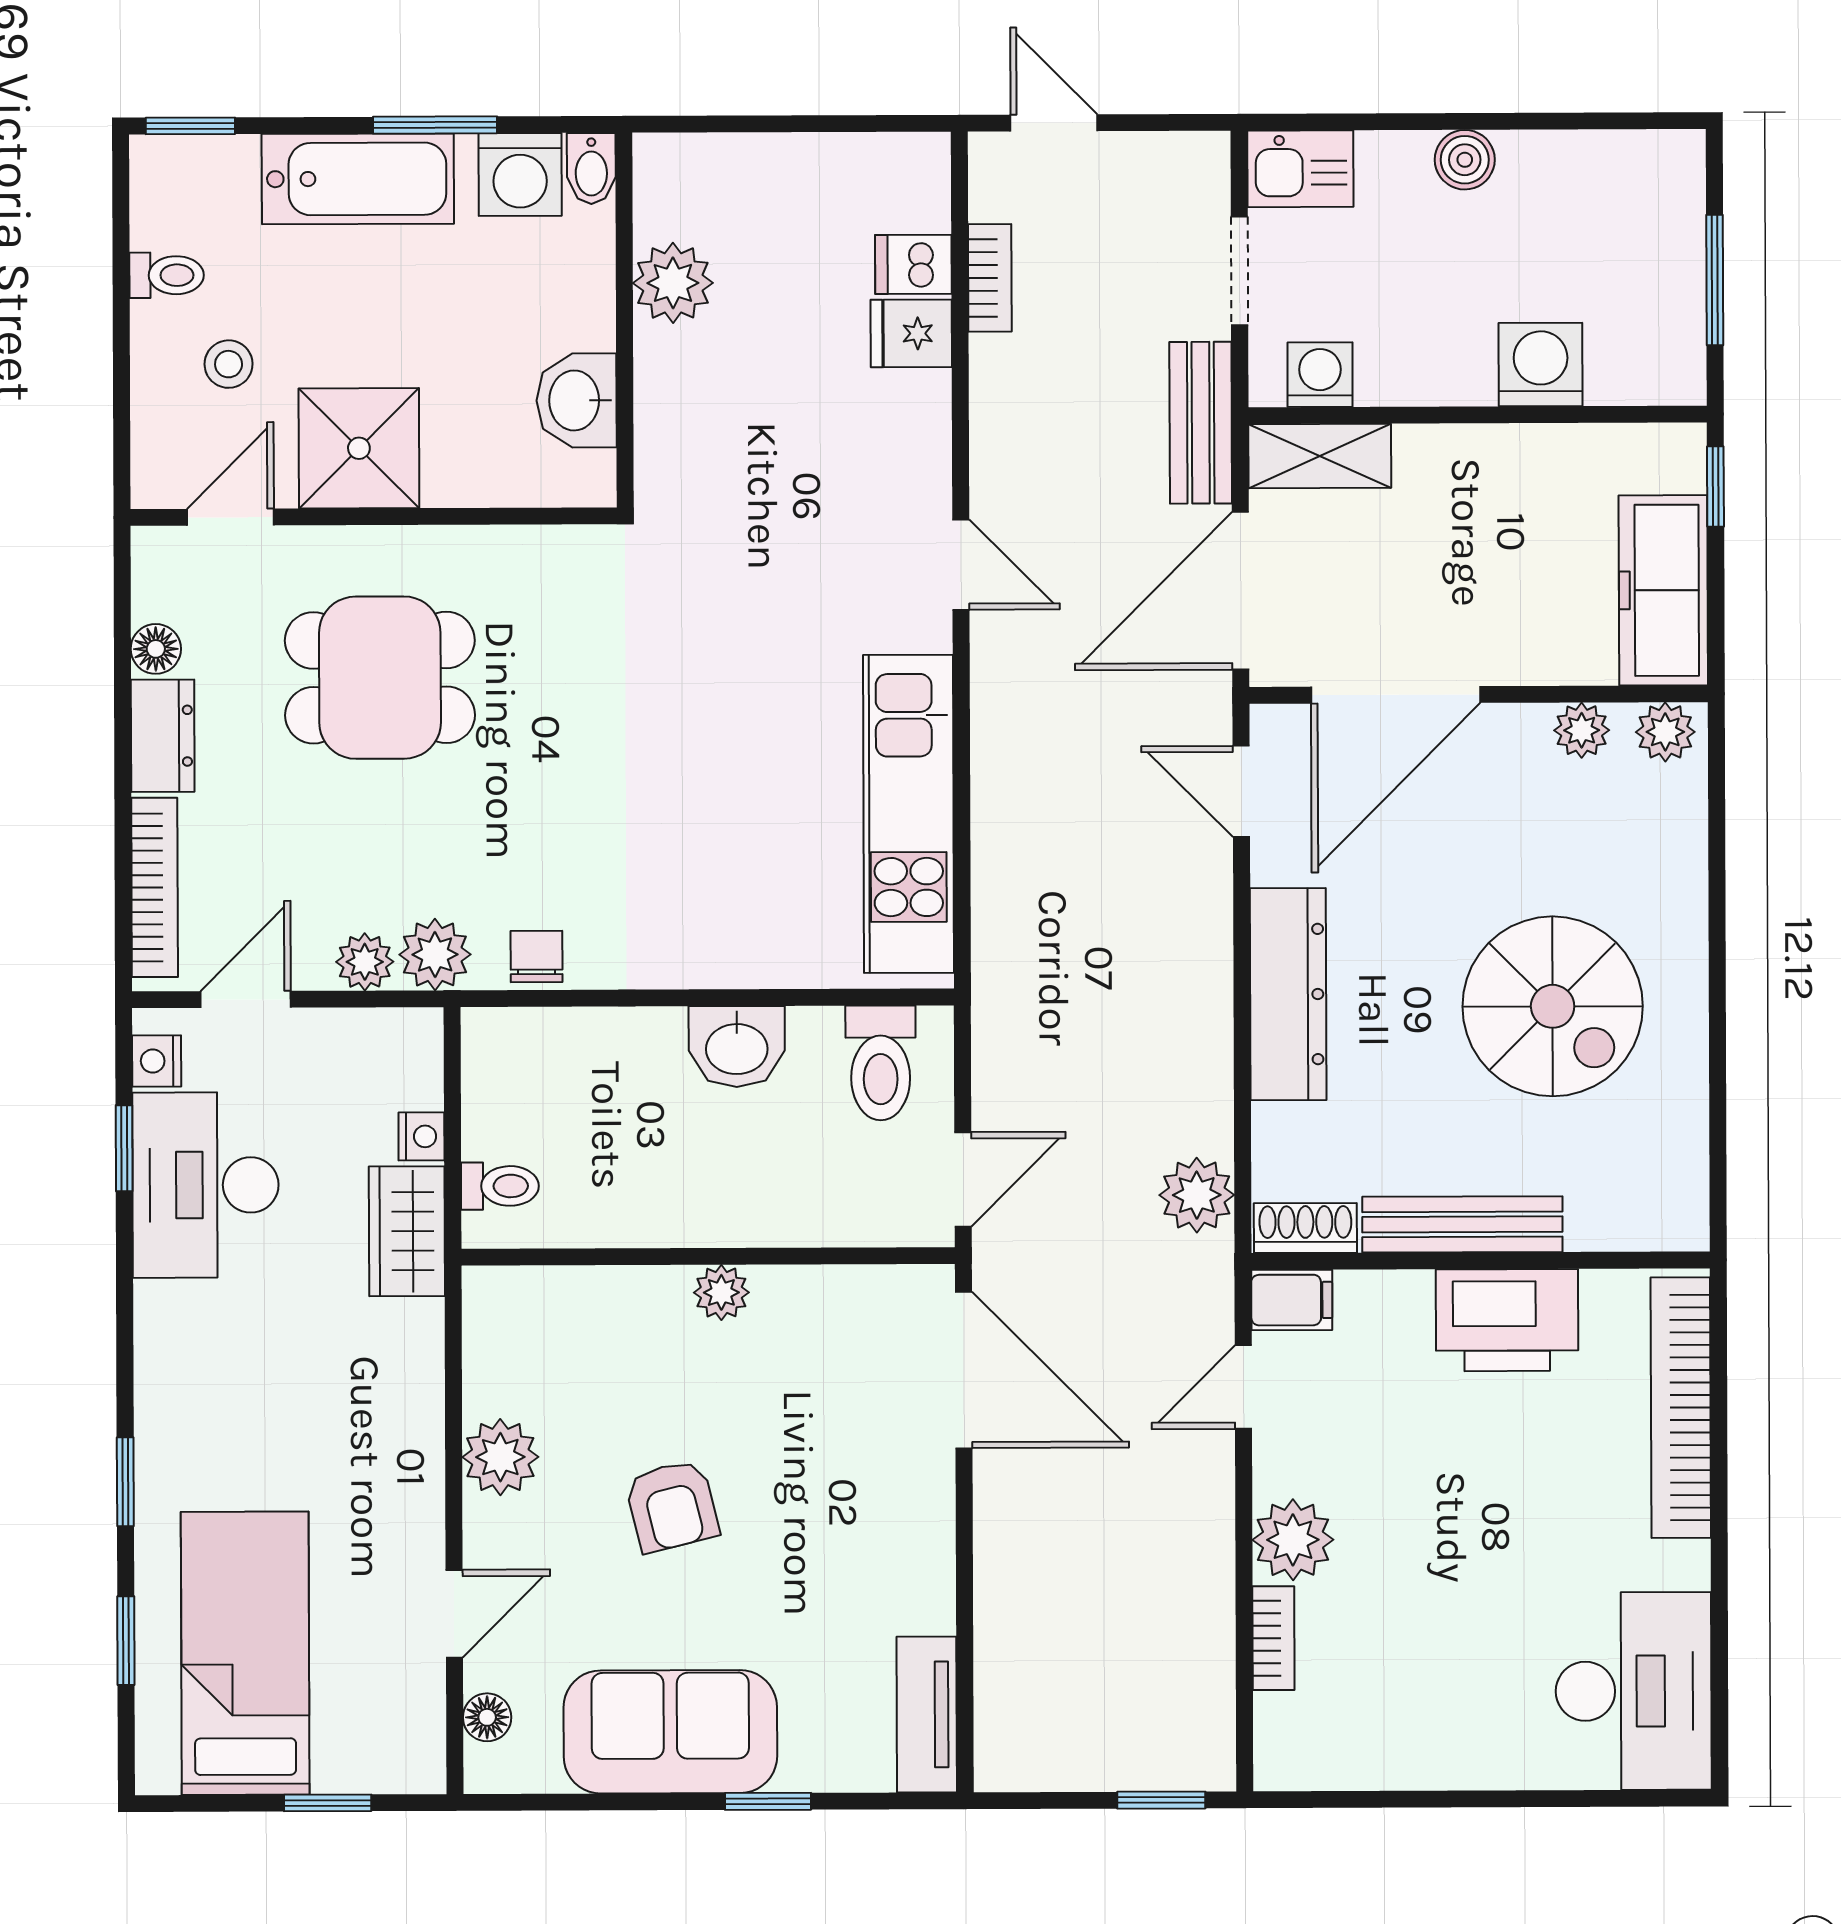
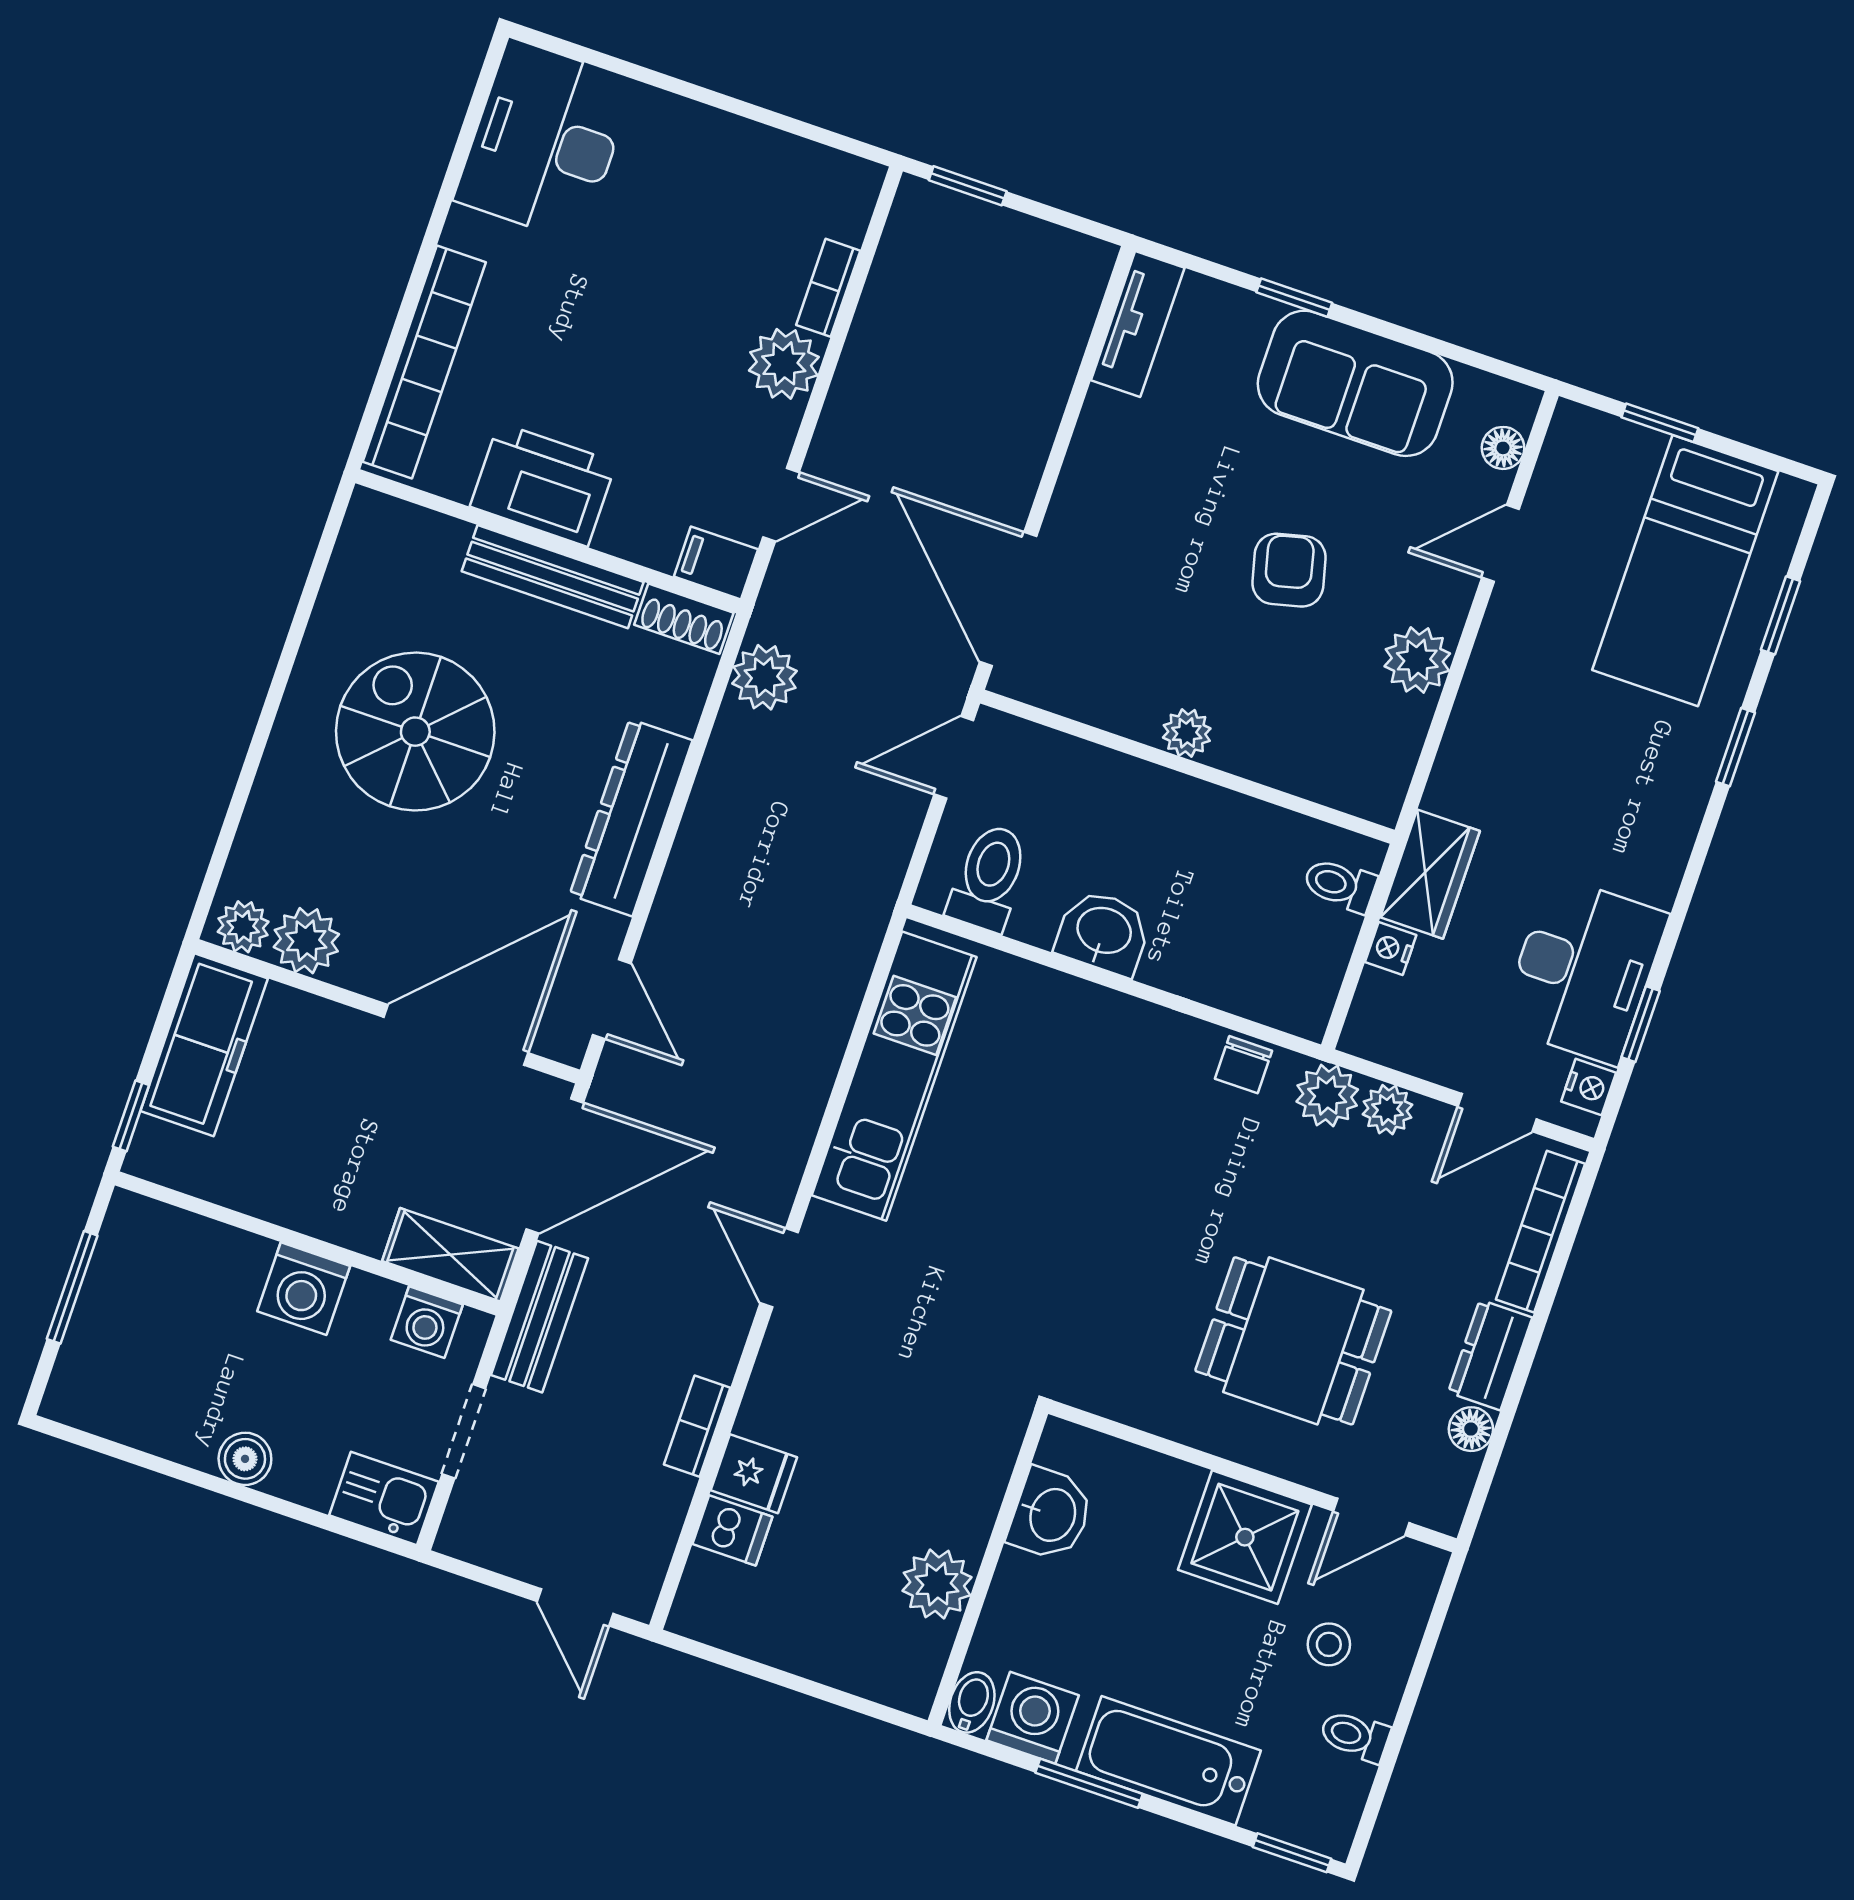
bookcase: (990, 278) -> (697, 1426), moved
washing machine: (1541, 365) -> (304, 1289), moved
plant: (1582, 730) -> (306, 941), width x1.38, depth x1.38

